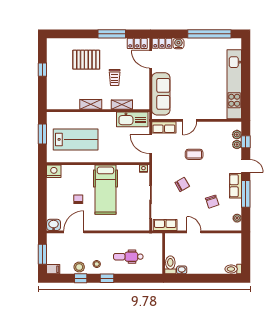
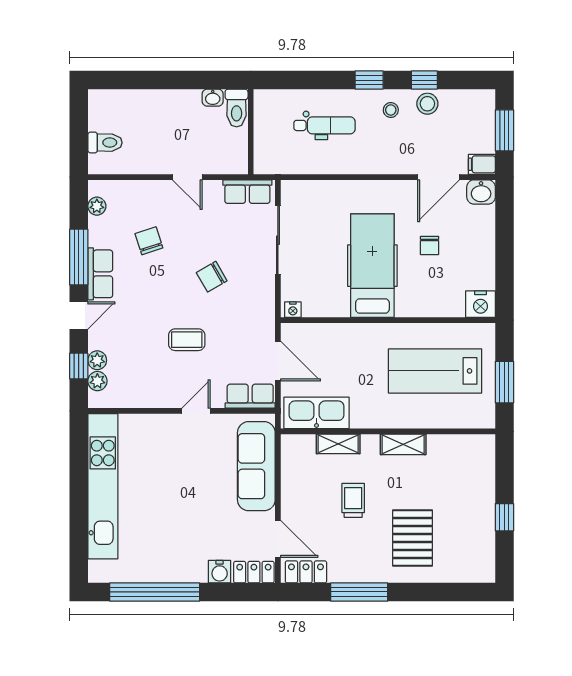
pallet: (86, 60) -> (413, 538), turned 90
door: (246, 166) -> (79, 315), swing flipped
filing cabinet: (53, 269) -> (482, 164), moved
toilet: (233, 269) -> (105, 143), moved

